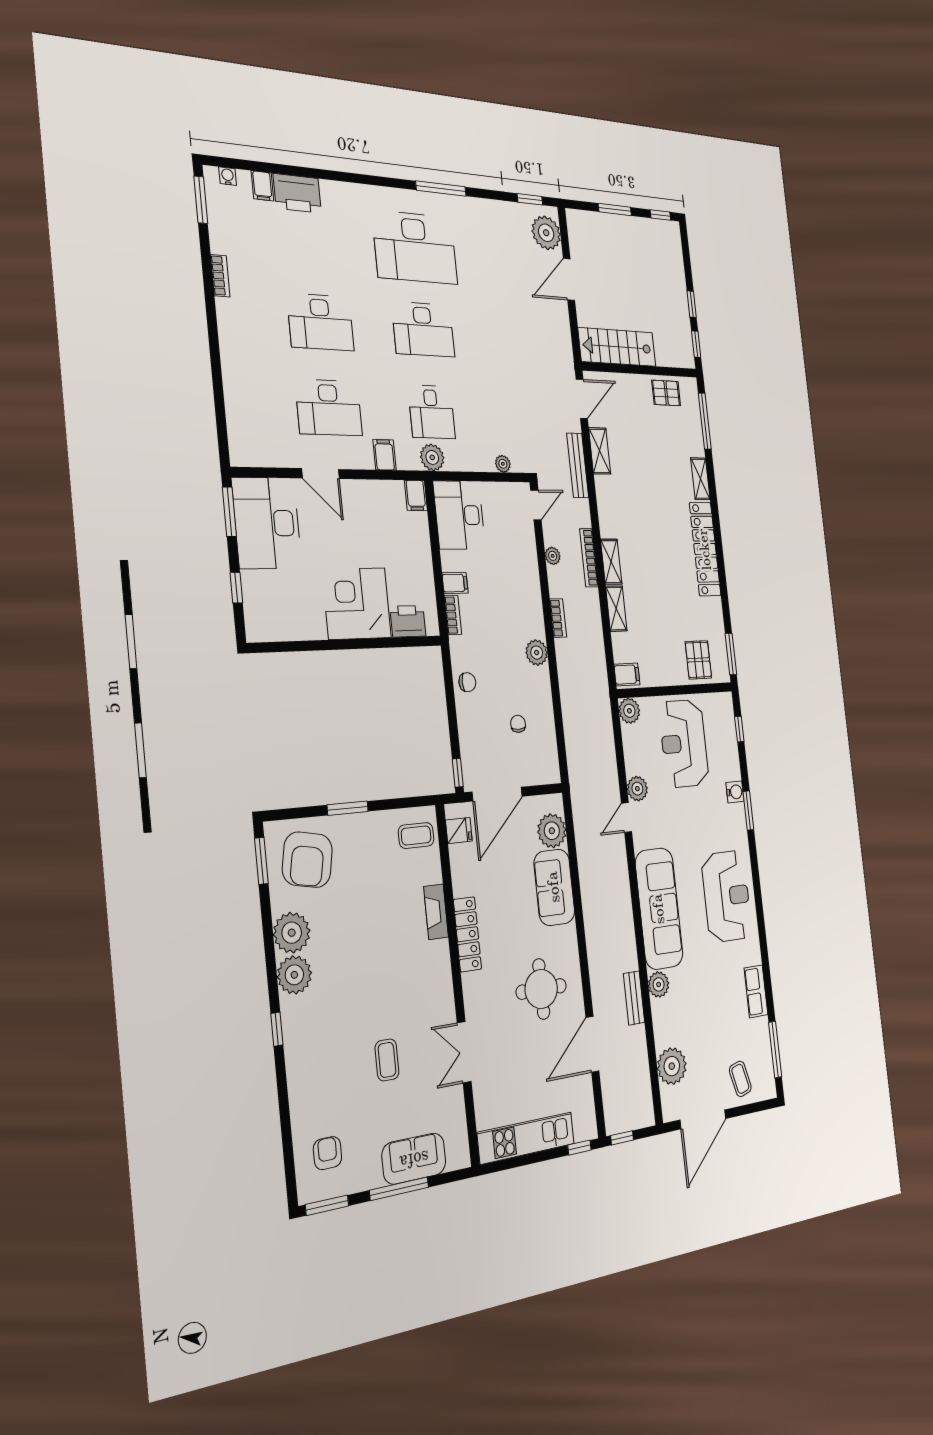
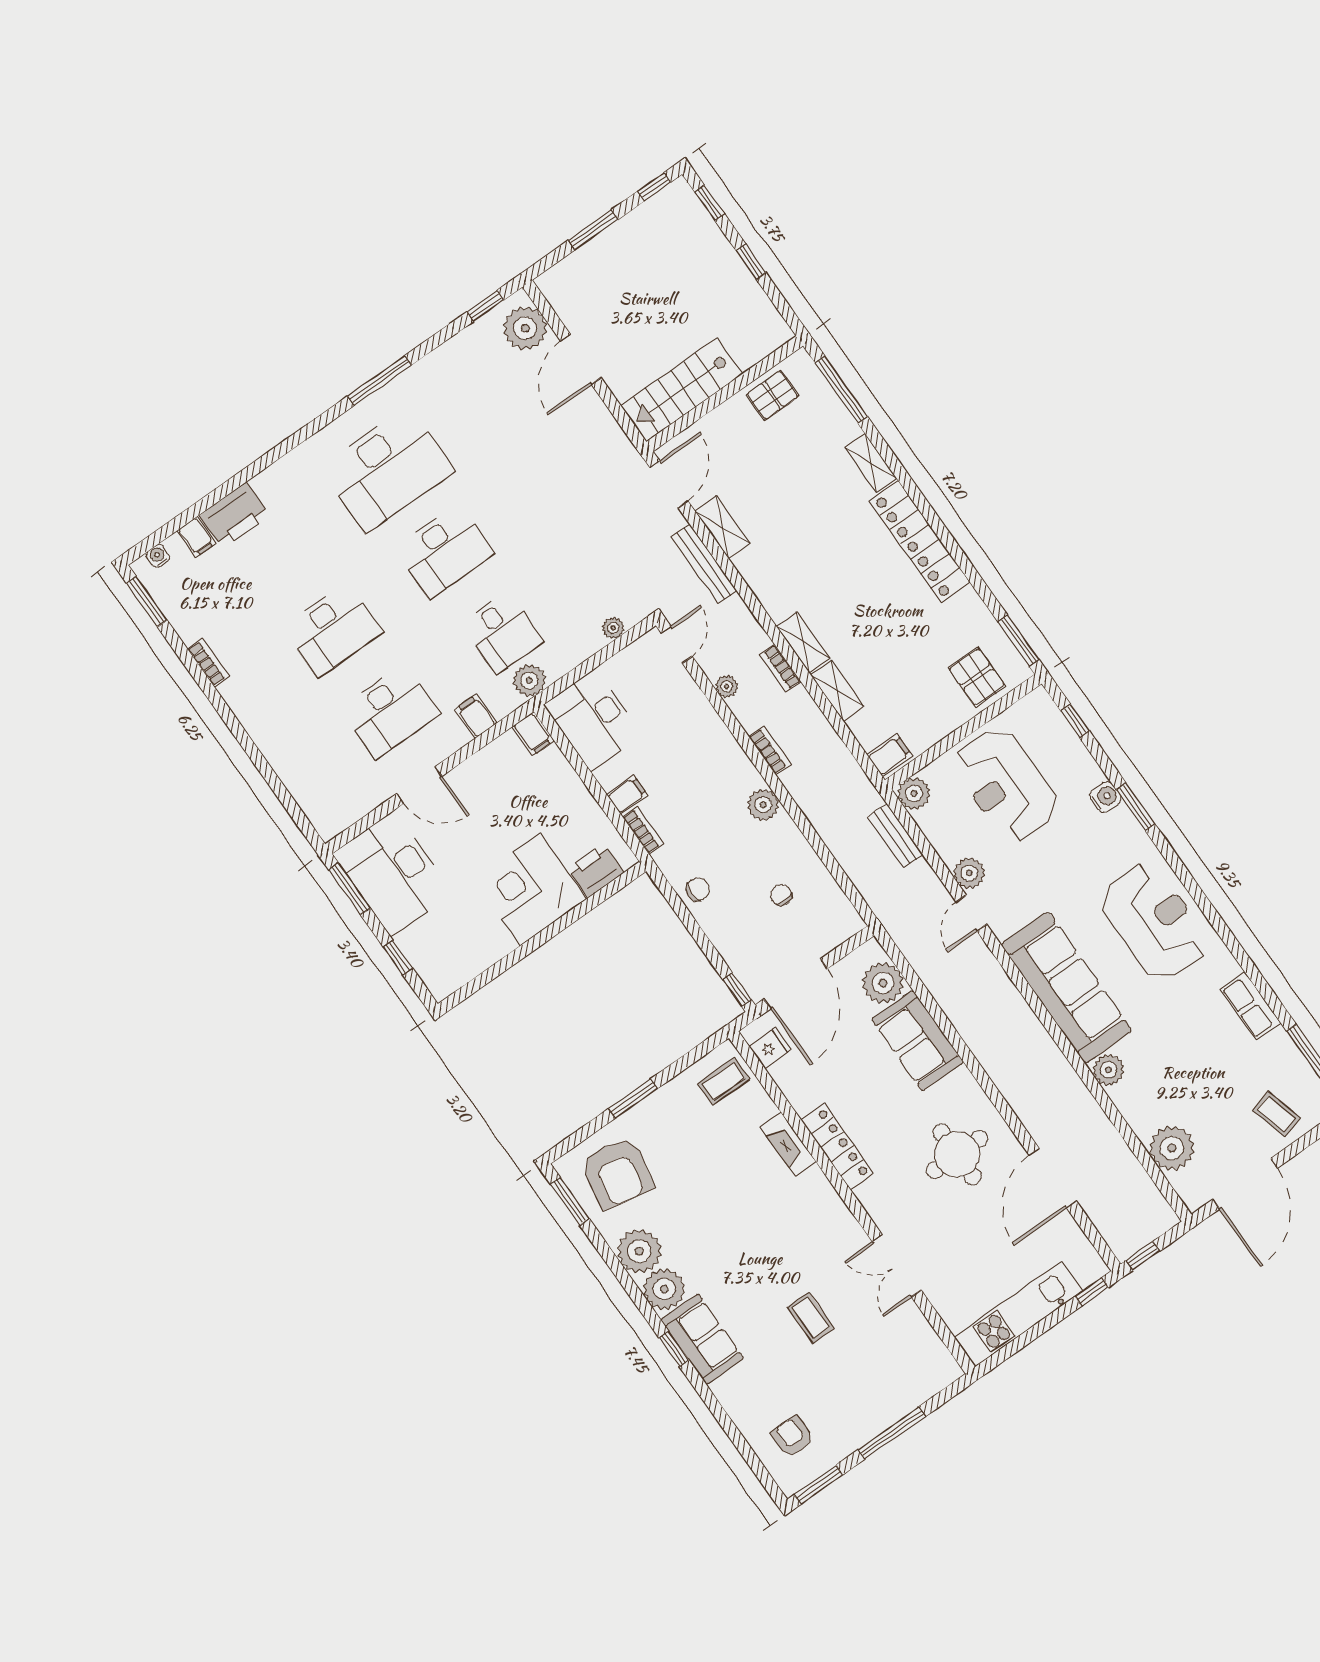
window: (696, 344) -> (710, 203), moved
bookcase: (589, 558) -> (780, 668), width x0.64
bench: (634, 998) -> (895, 836), moved
sofa: (414, 1159) -> (702, 1339), moved, turned 90

